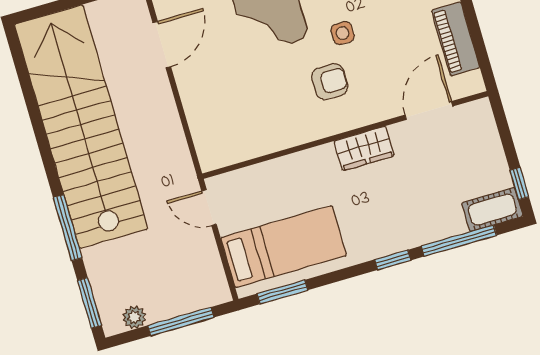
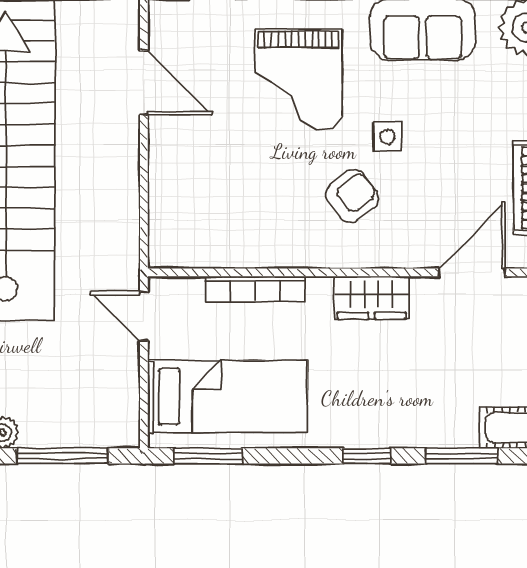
door: (162, 45) -> (144, 83), hinge flipped
armchair: (330, 82) -> (352, 196), turned -37
bookcase: (281, 166) -> (255, 289), added
window: (459, 241) -> (461, 456), width x0.69

